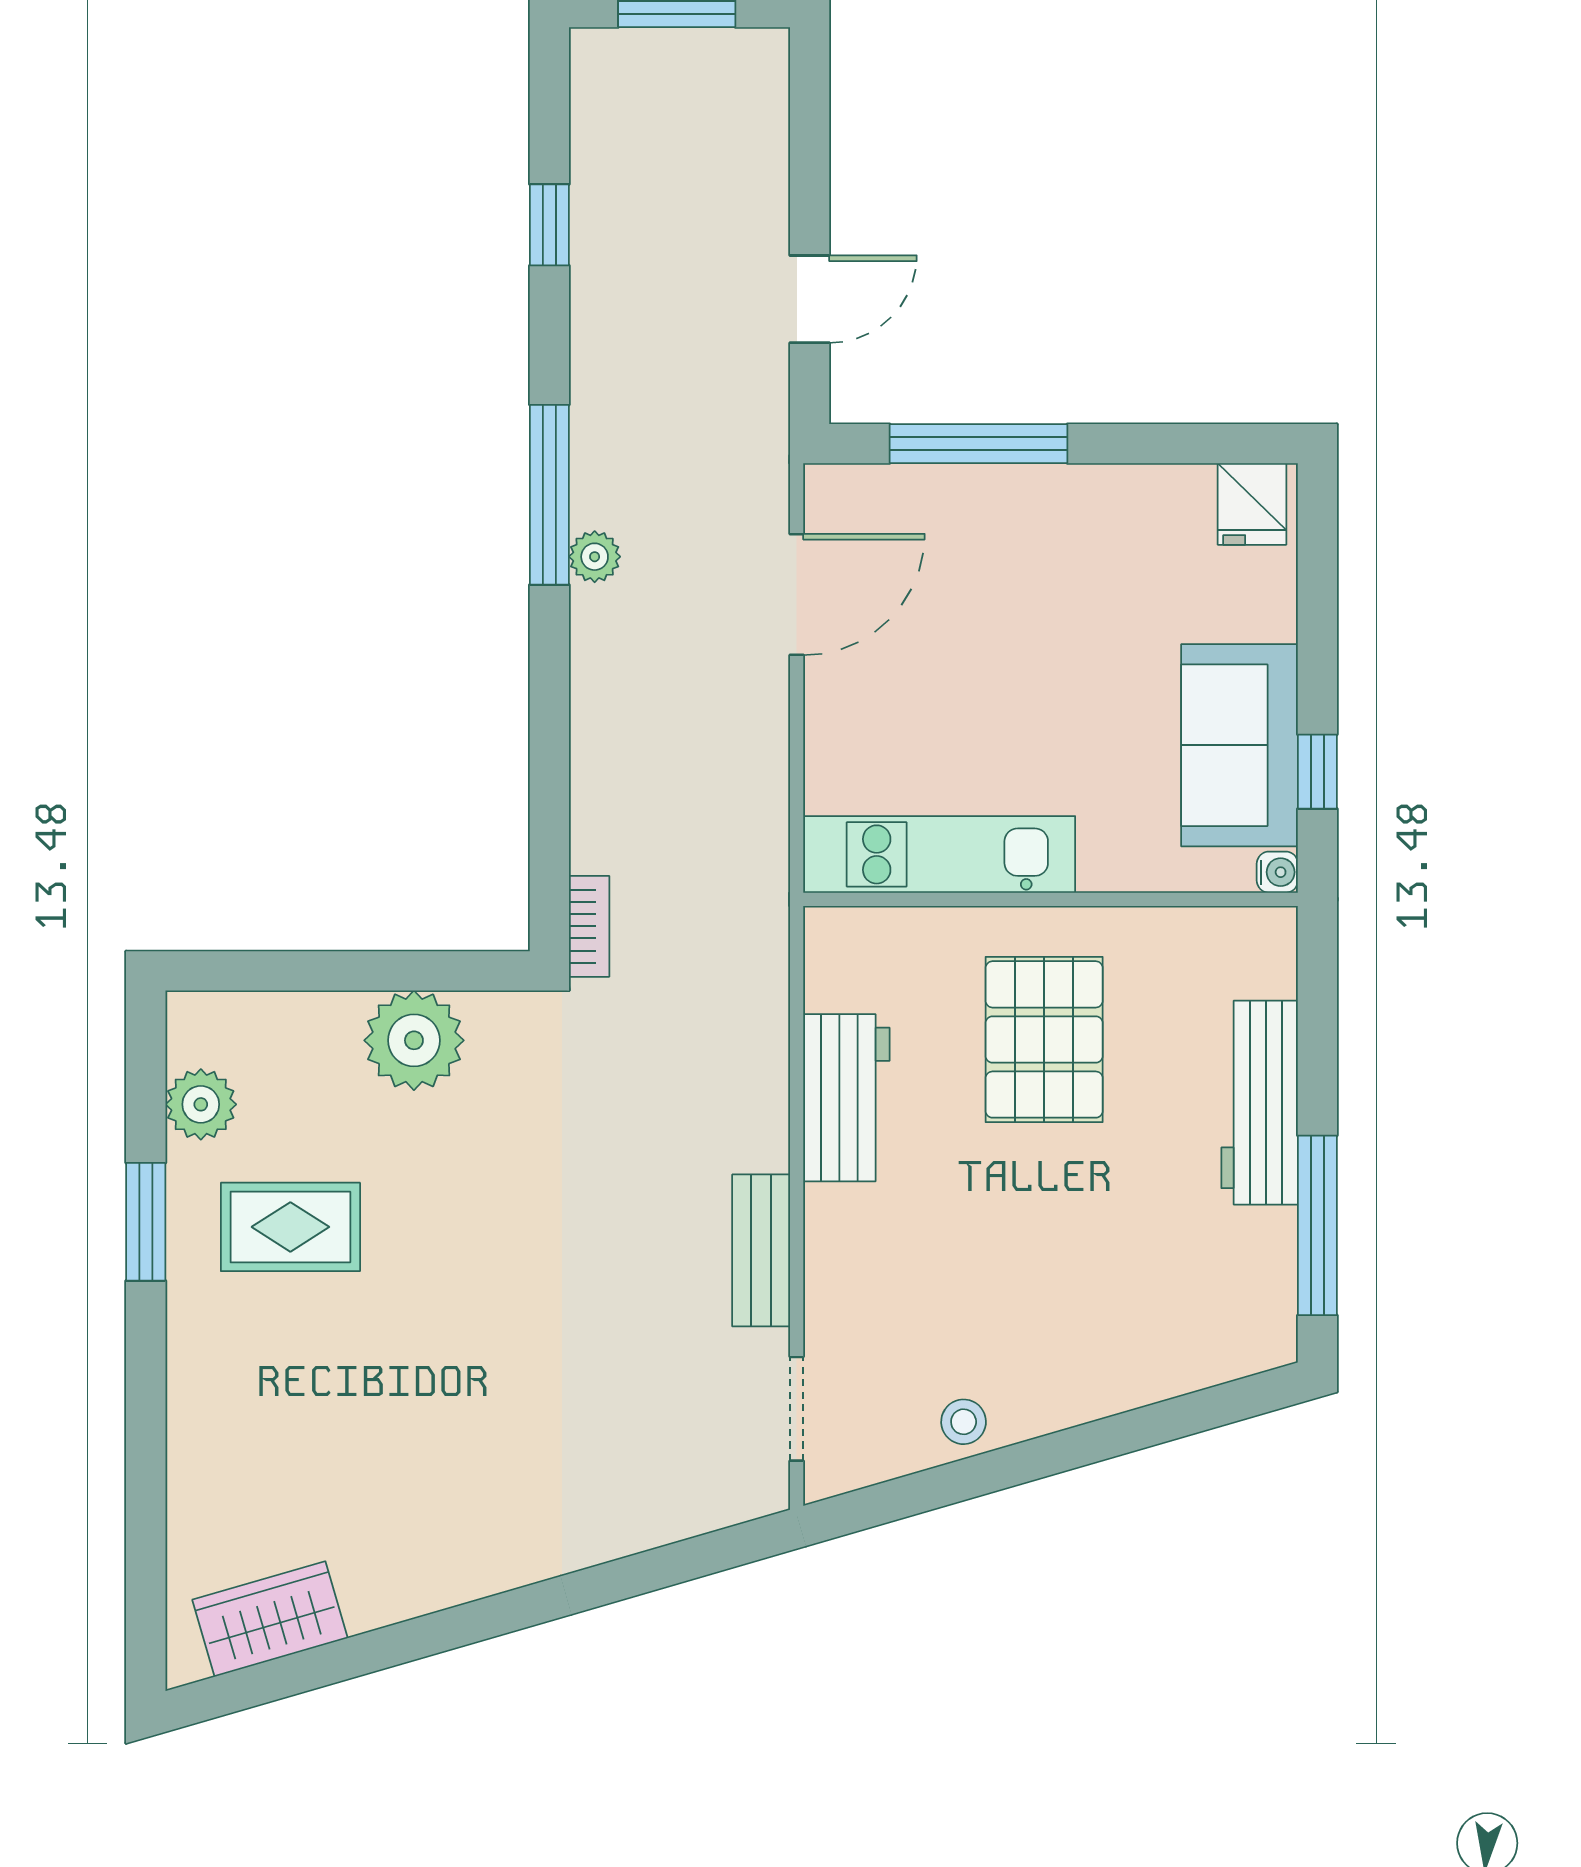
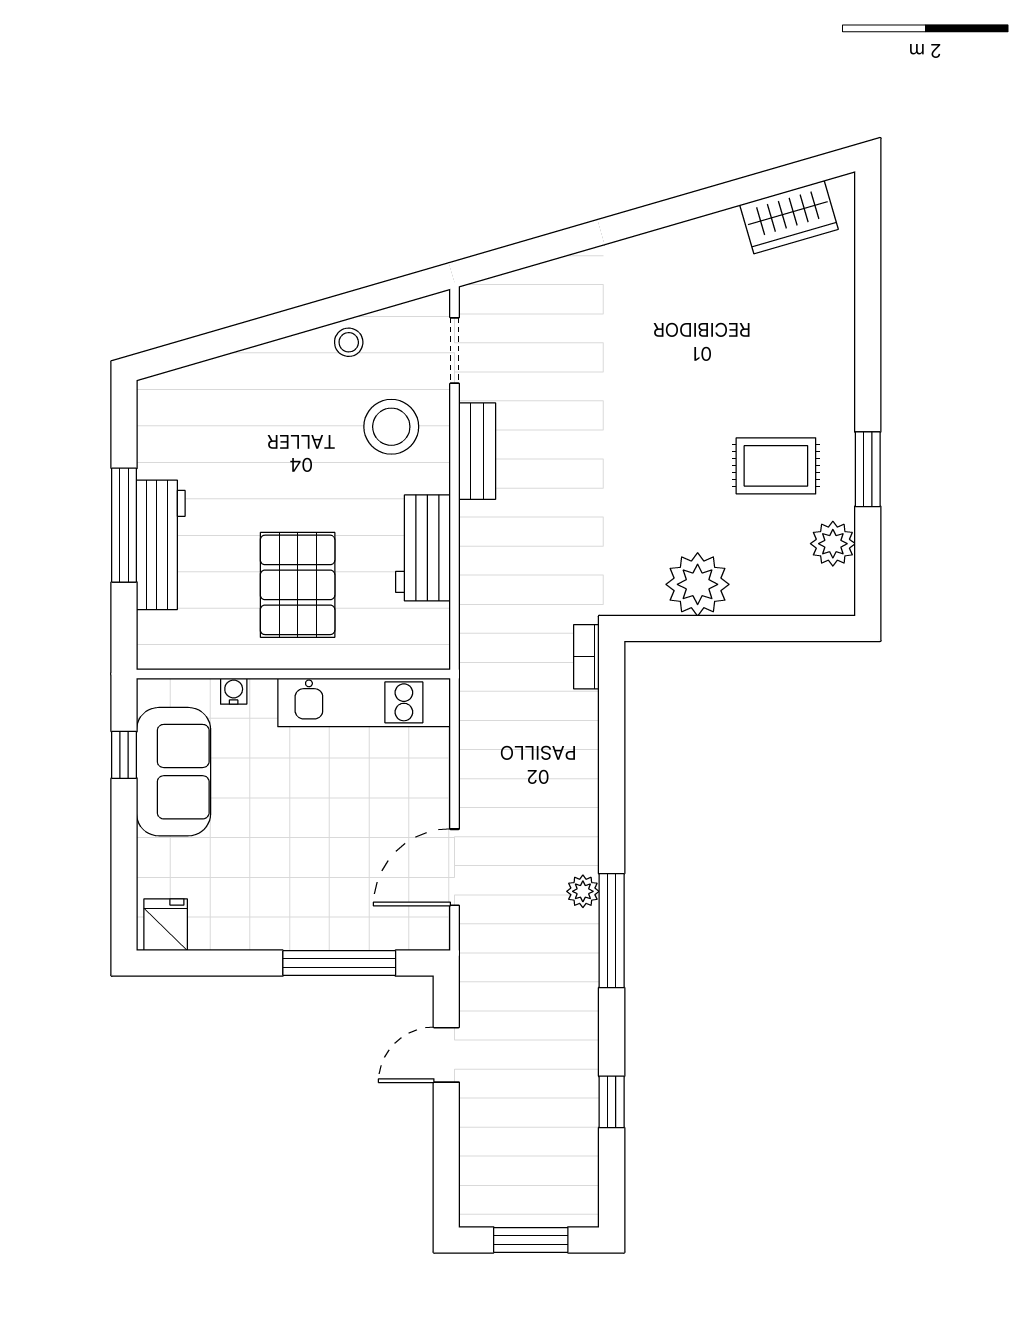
water cooler: (1277, 872) -> (234, 691), moved, turned 90
window: (1317, 1225) -> (124, 525), moved
stool: (896, 1289) -> (391, 427), added

